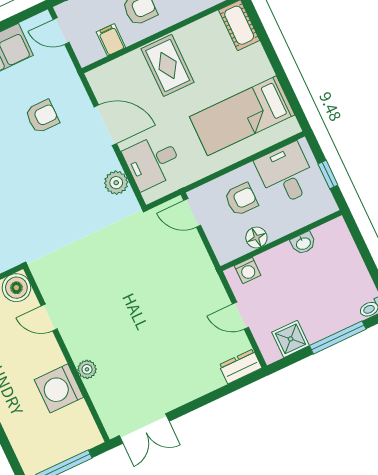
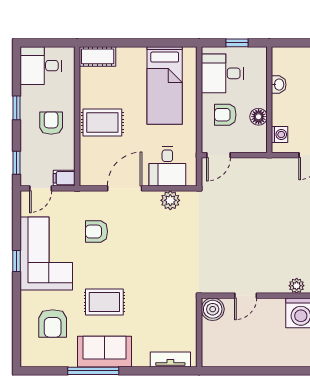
filing cabinet: (111, 40) -> (64, 178), moved
armchair: (42, 116) -> (97, 232), turned -90
armchair: (241, 199) -> (225, 115), turned -90

